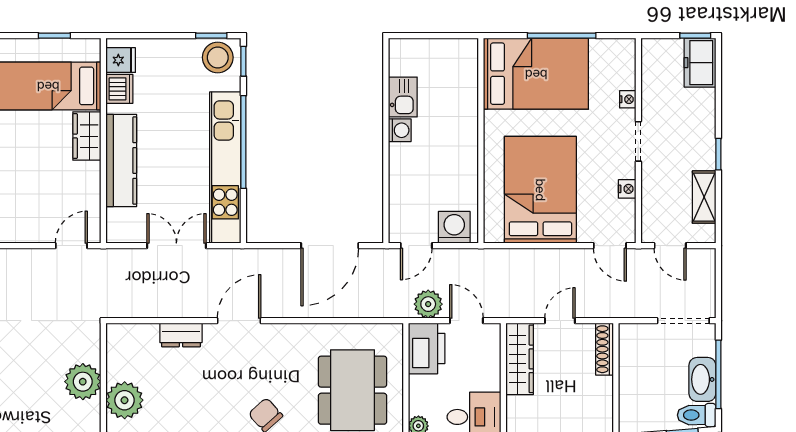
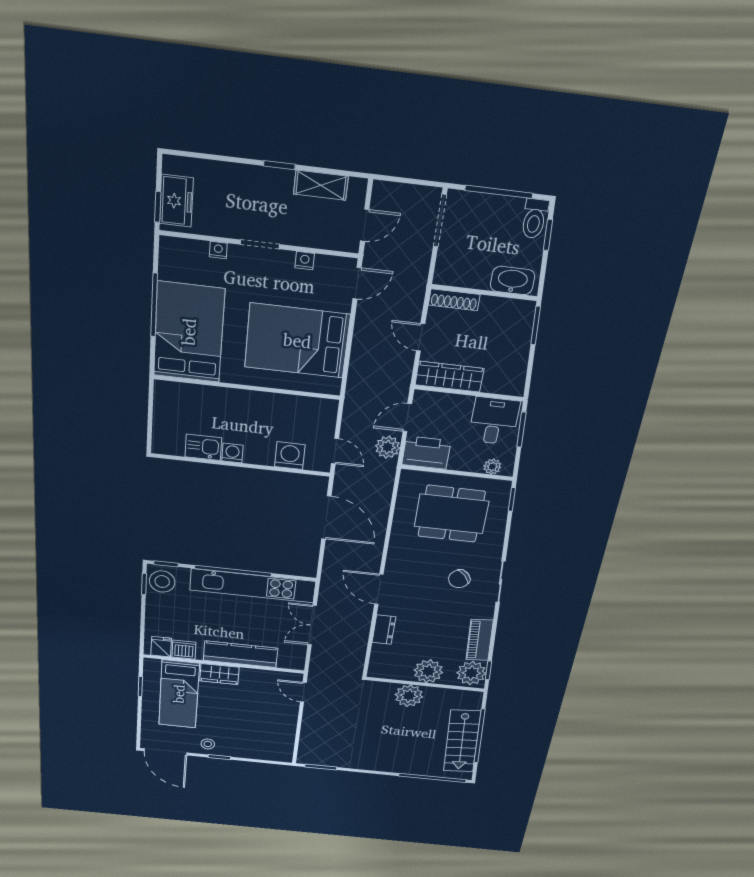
window: (695, 36) -> (158, 207), moved
freezer: (700, 63) -> (176, 201), moved, turned -90
washing machine: (454, 227) -> (290, 456), moved, turned 90
washbasin: (702, 379) -> (513, 281), moved, turned 180

